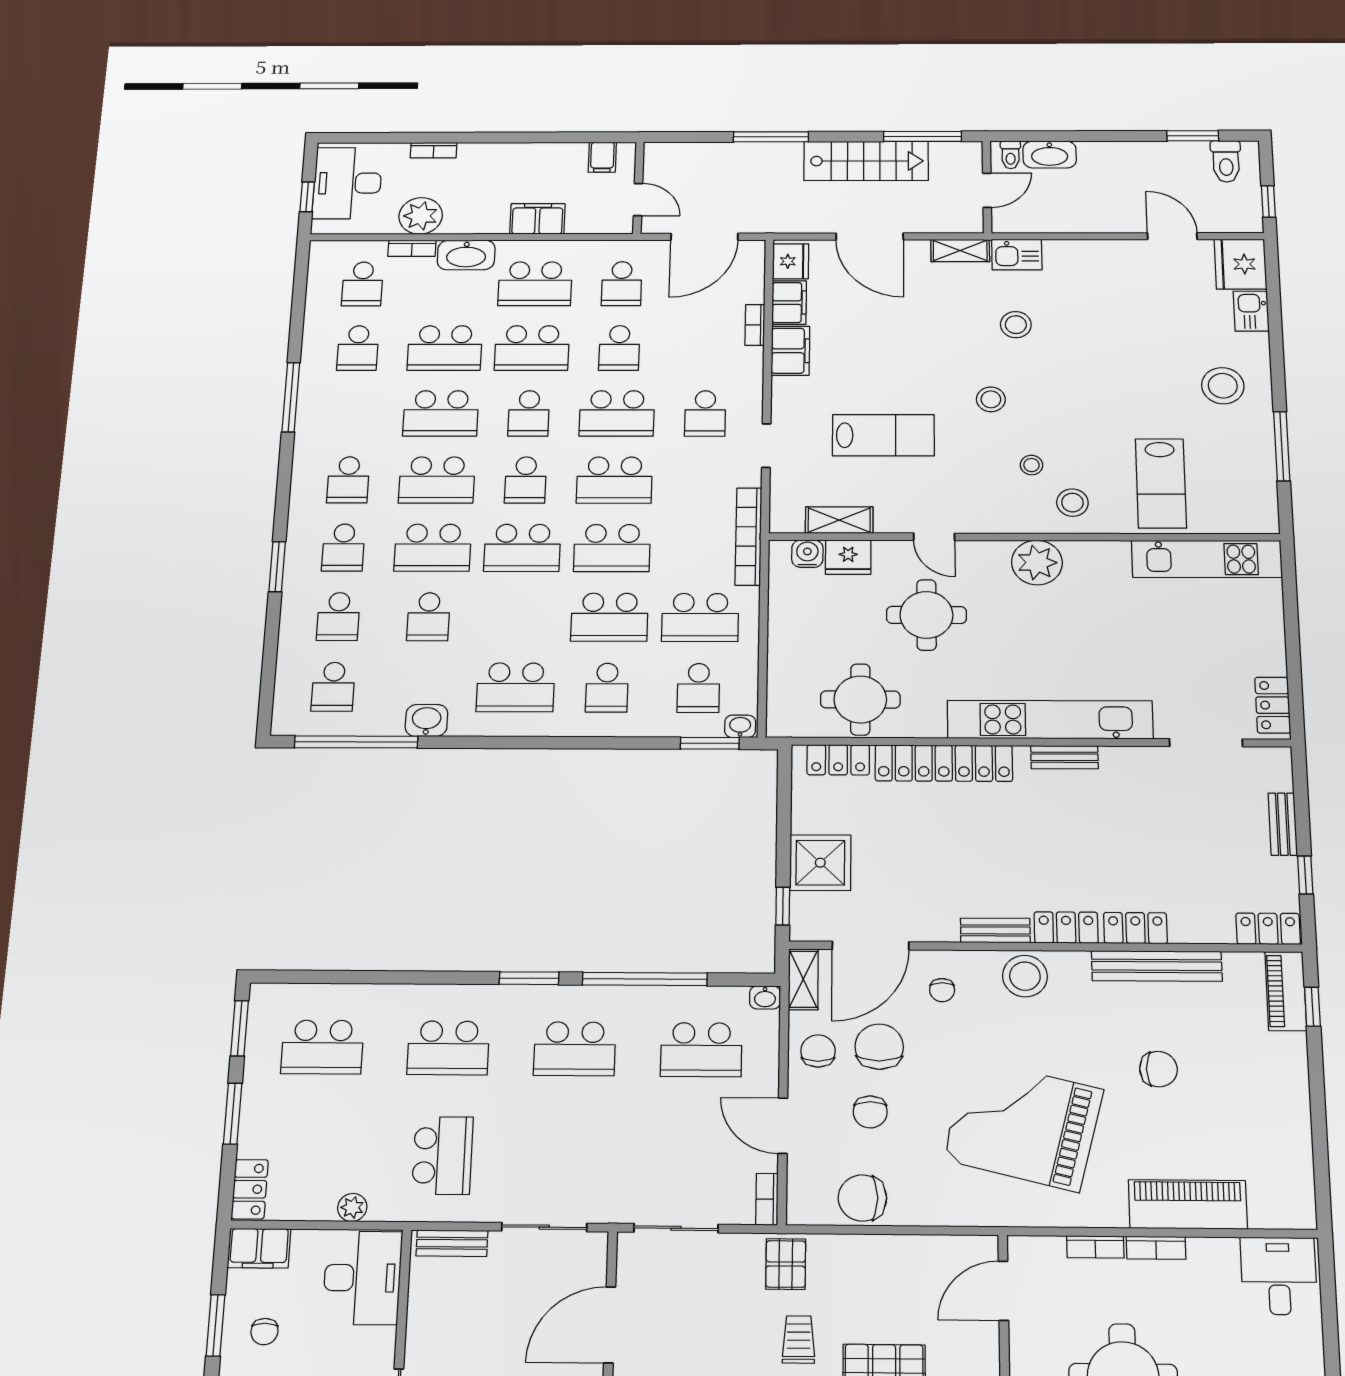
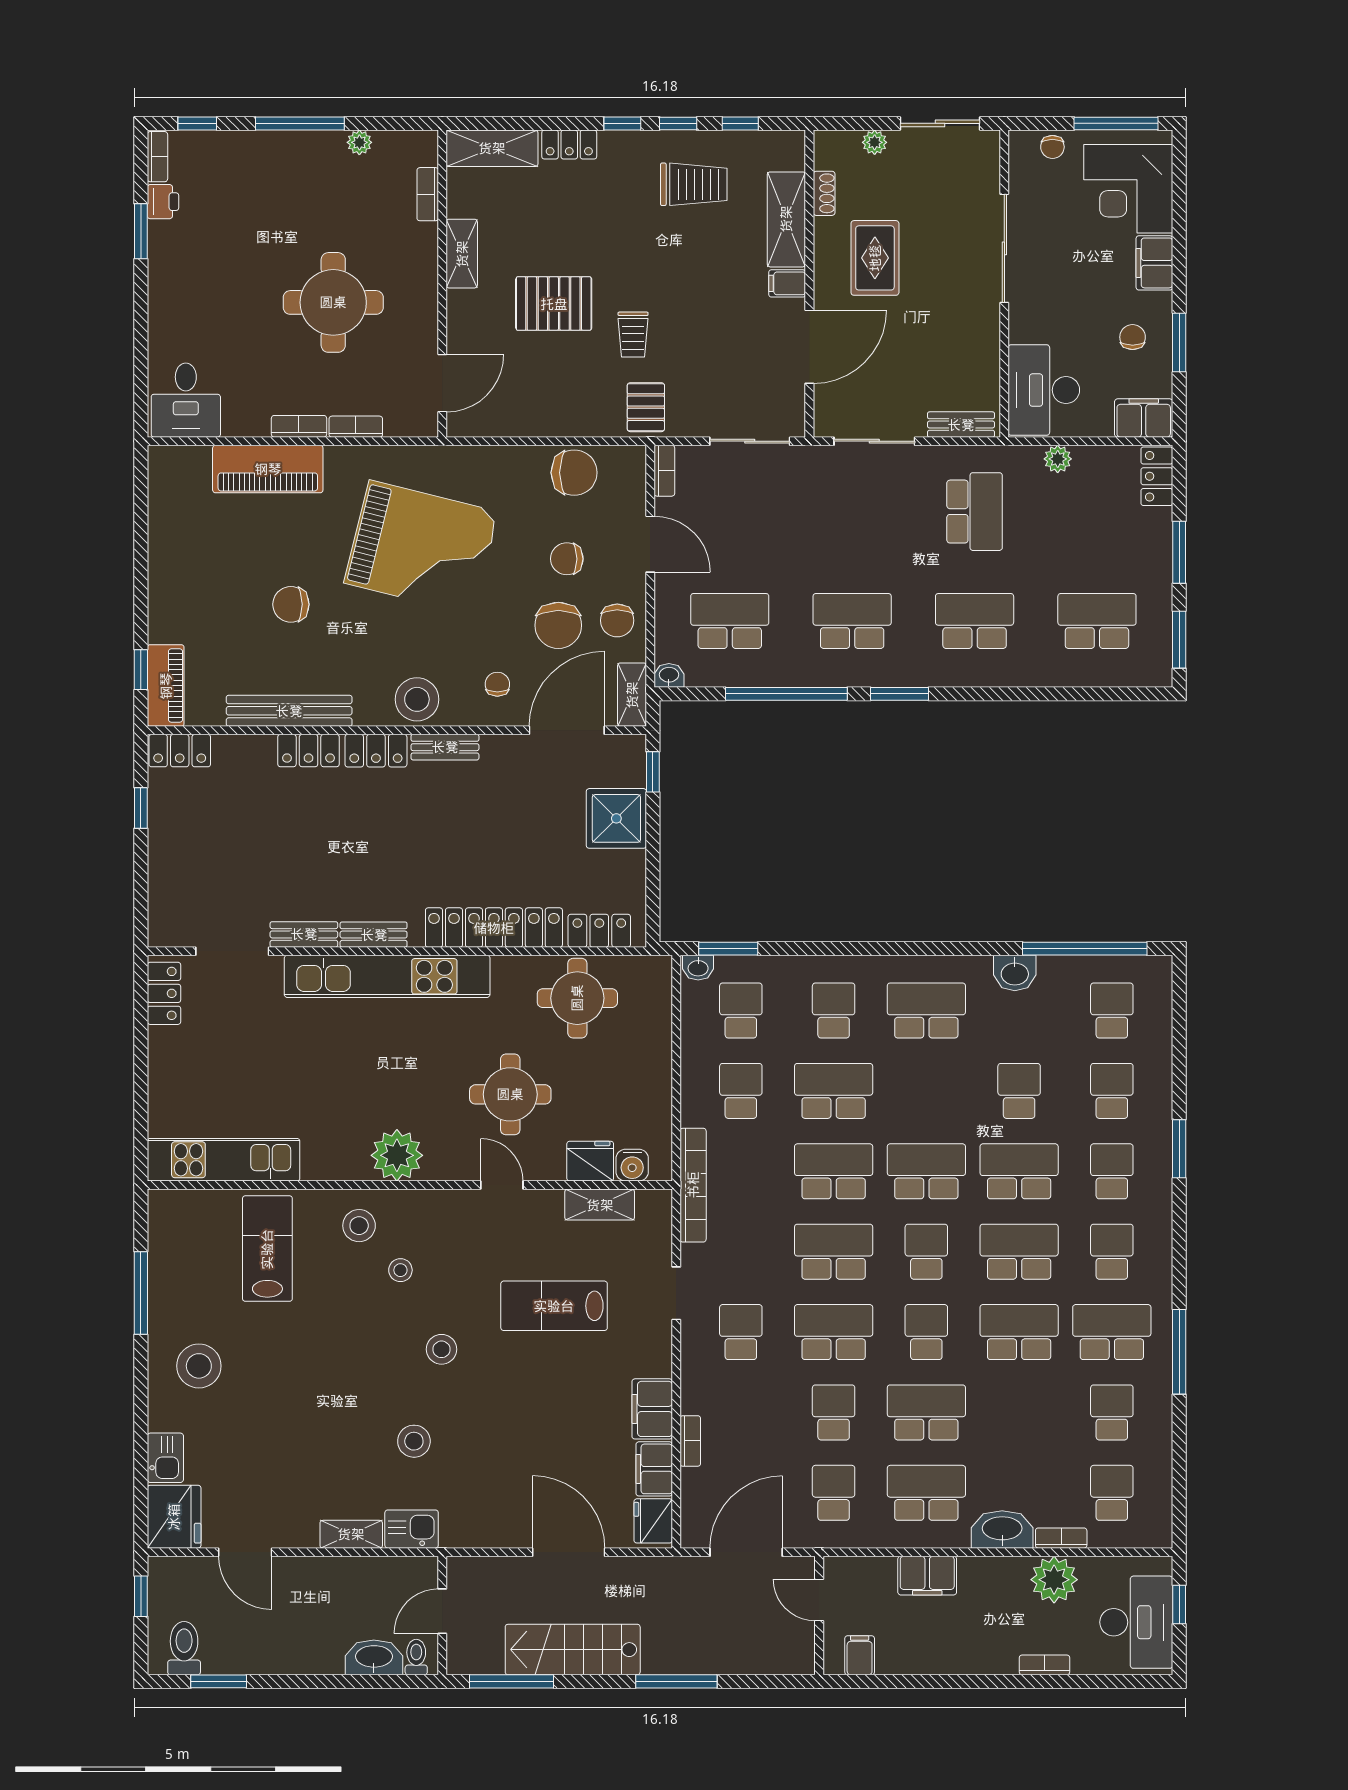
shelving: (960, 251) -> (351, 1534), moved
school desk: (445, 348) -> (1112, 1332), moved
school desk: (700, 617) -> (741, 1091), width x0.54
bench: (1283, 824) -> (304, 934), moved, turned 90
chair: (870, 1112) -> (567, 559), turned -90
school desk: (442, 1155) -> (975, 512), turned 180

